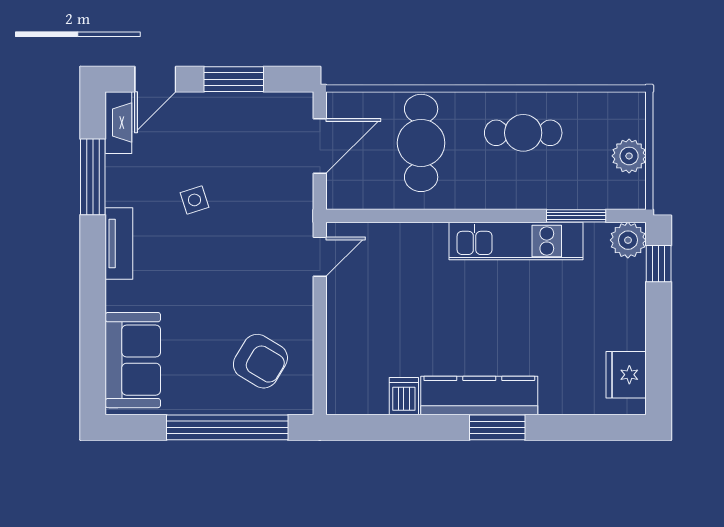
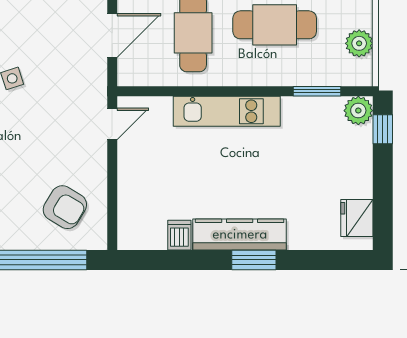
cafe table: (523, 133) -> (275, 25), width x1.37, depth x1.35
kitchen unit: (516, 241) -> (227, 111), moved

